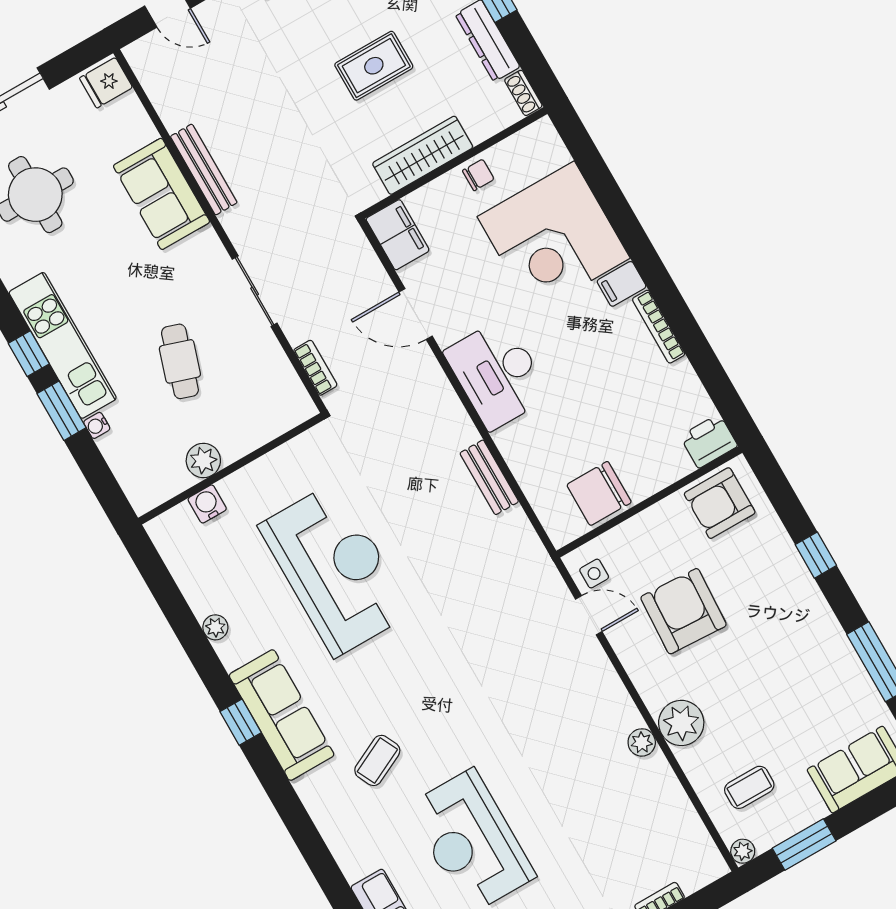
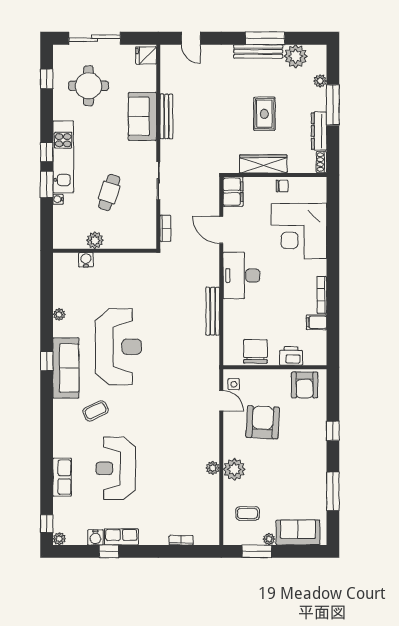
rug: (374, 66) -> (264, 114), turned 90
filing cabinet: (622, 284) -> (316, 322), moved
printer: (709, 441) -> (291, 356), moved
bench: (489, 477) -> (213, 311), width x1.36
chair: (599, 494) -> (255, 351), turned 90
armchair: (720, 503) -> (305, 385), turned -90
reception desk: (335, 569) -> (118, 347), moved
plant: (743, 851) -> (269, 539), moved

